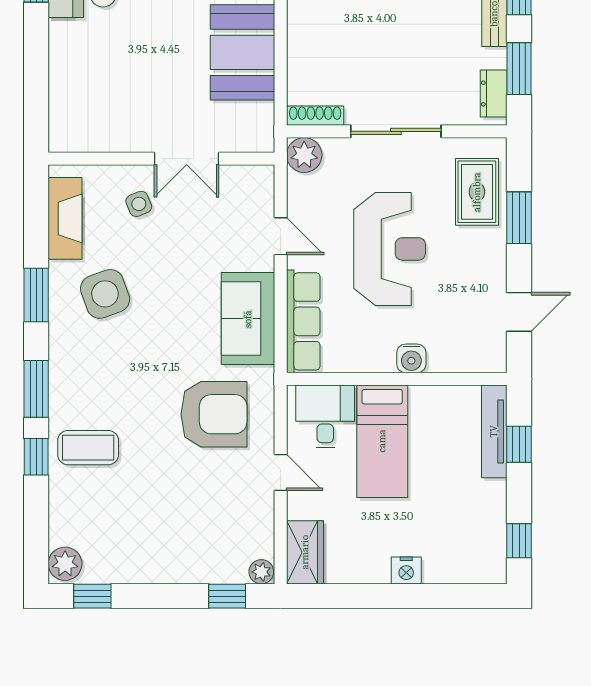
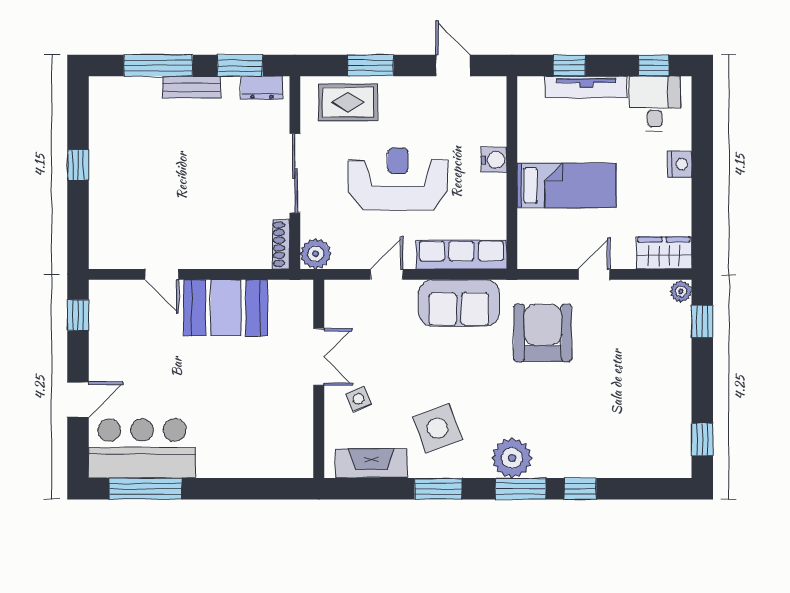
desk: (325, 416) -> (655, 104), moved, turned 90
tv unit: (494, 431) -> (586, 87), moved
coffee table: (88, 448) -> (572, 443), removed
plant: (65, 564) -> (512, 458), moved, width x1.36, depth x1.36

